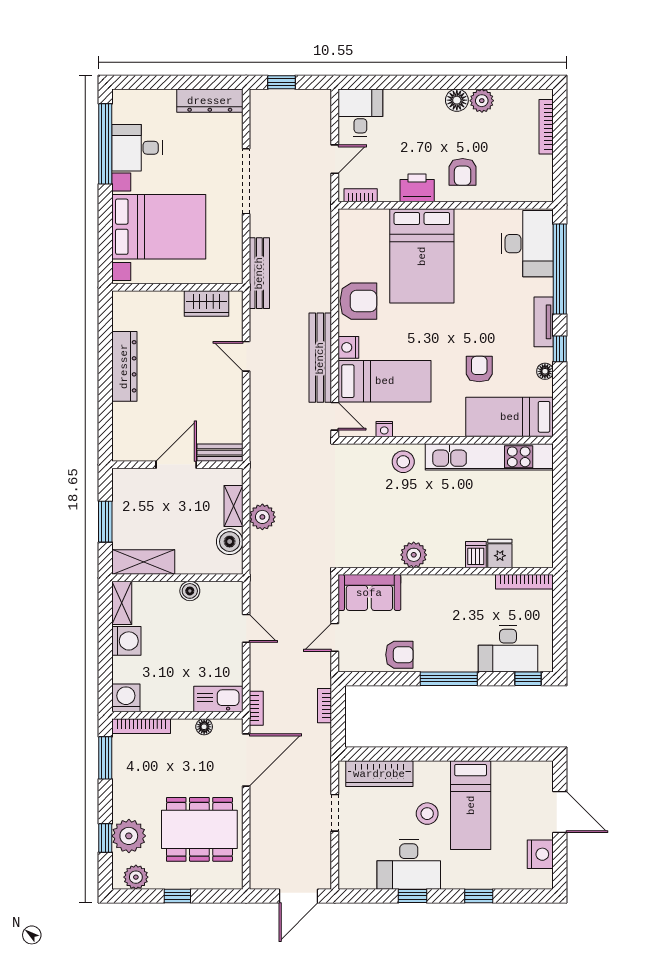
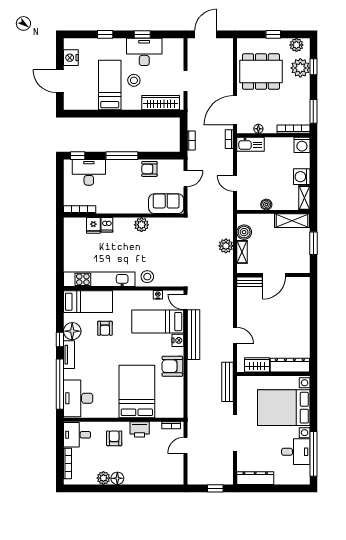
desk: (360, 113) -> (77, 435), moved, turned 90
dresser: (124, 366) -> (290, 365), moved, turned 90
floor lamp: (545, 371) -> (72, 331), width x1.89, depth x1.89

